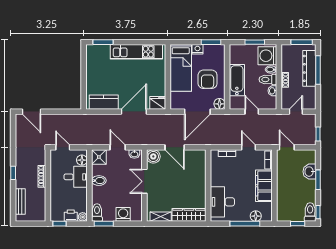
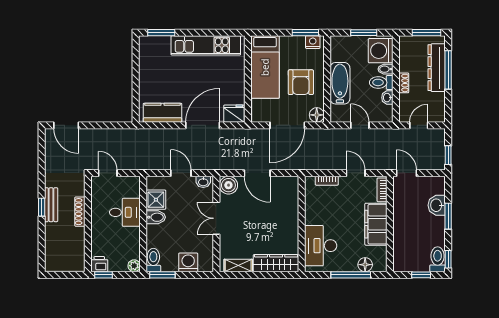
nightstand: (197, 49) -> (313, 42), moved
shower: (99, 157) -> (156, 200), moved
floor lamp: (82, 160) -> (133, 190), removed
bench: (20, 202) -> (51, 205), moved
printer: (71, 216) -> (99, 264), moved

